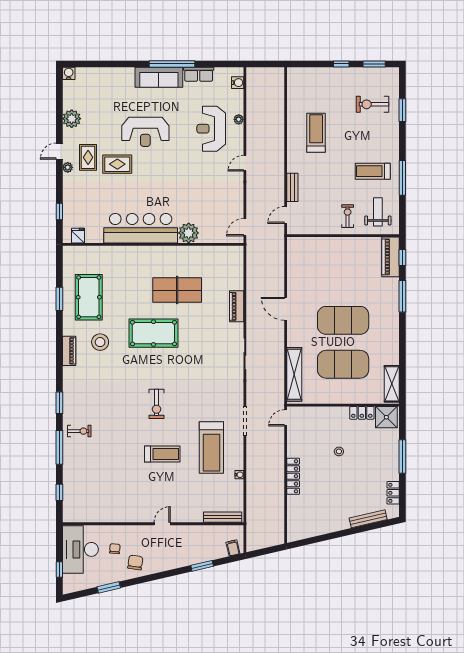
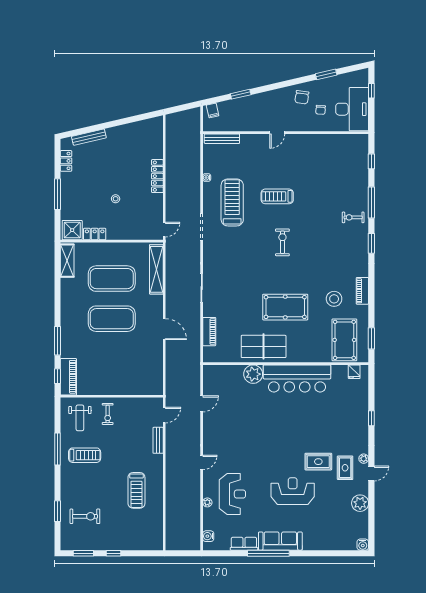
bar counter: (141, 228) -> (297, 378), moved
plant: (189, 233) -> (253, 374), moved
fridge: (78, 236) -> (354, 372), moved
wall: (153, 244) -> (286, 364), moved

